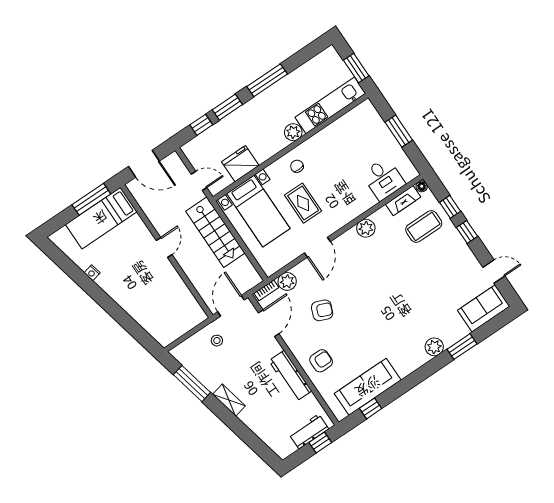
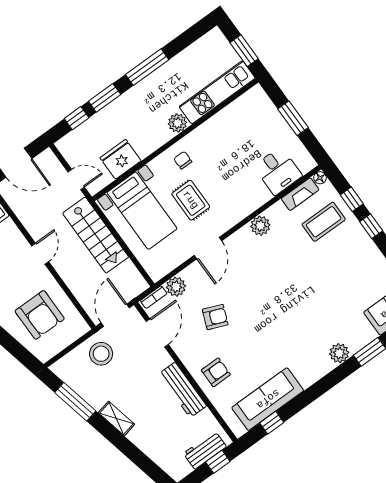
armchair: (162, 303) -> (40, 315), added
stool: (217, 341) -> (101, 354), width x1.89, depth x1.89

